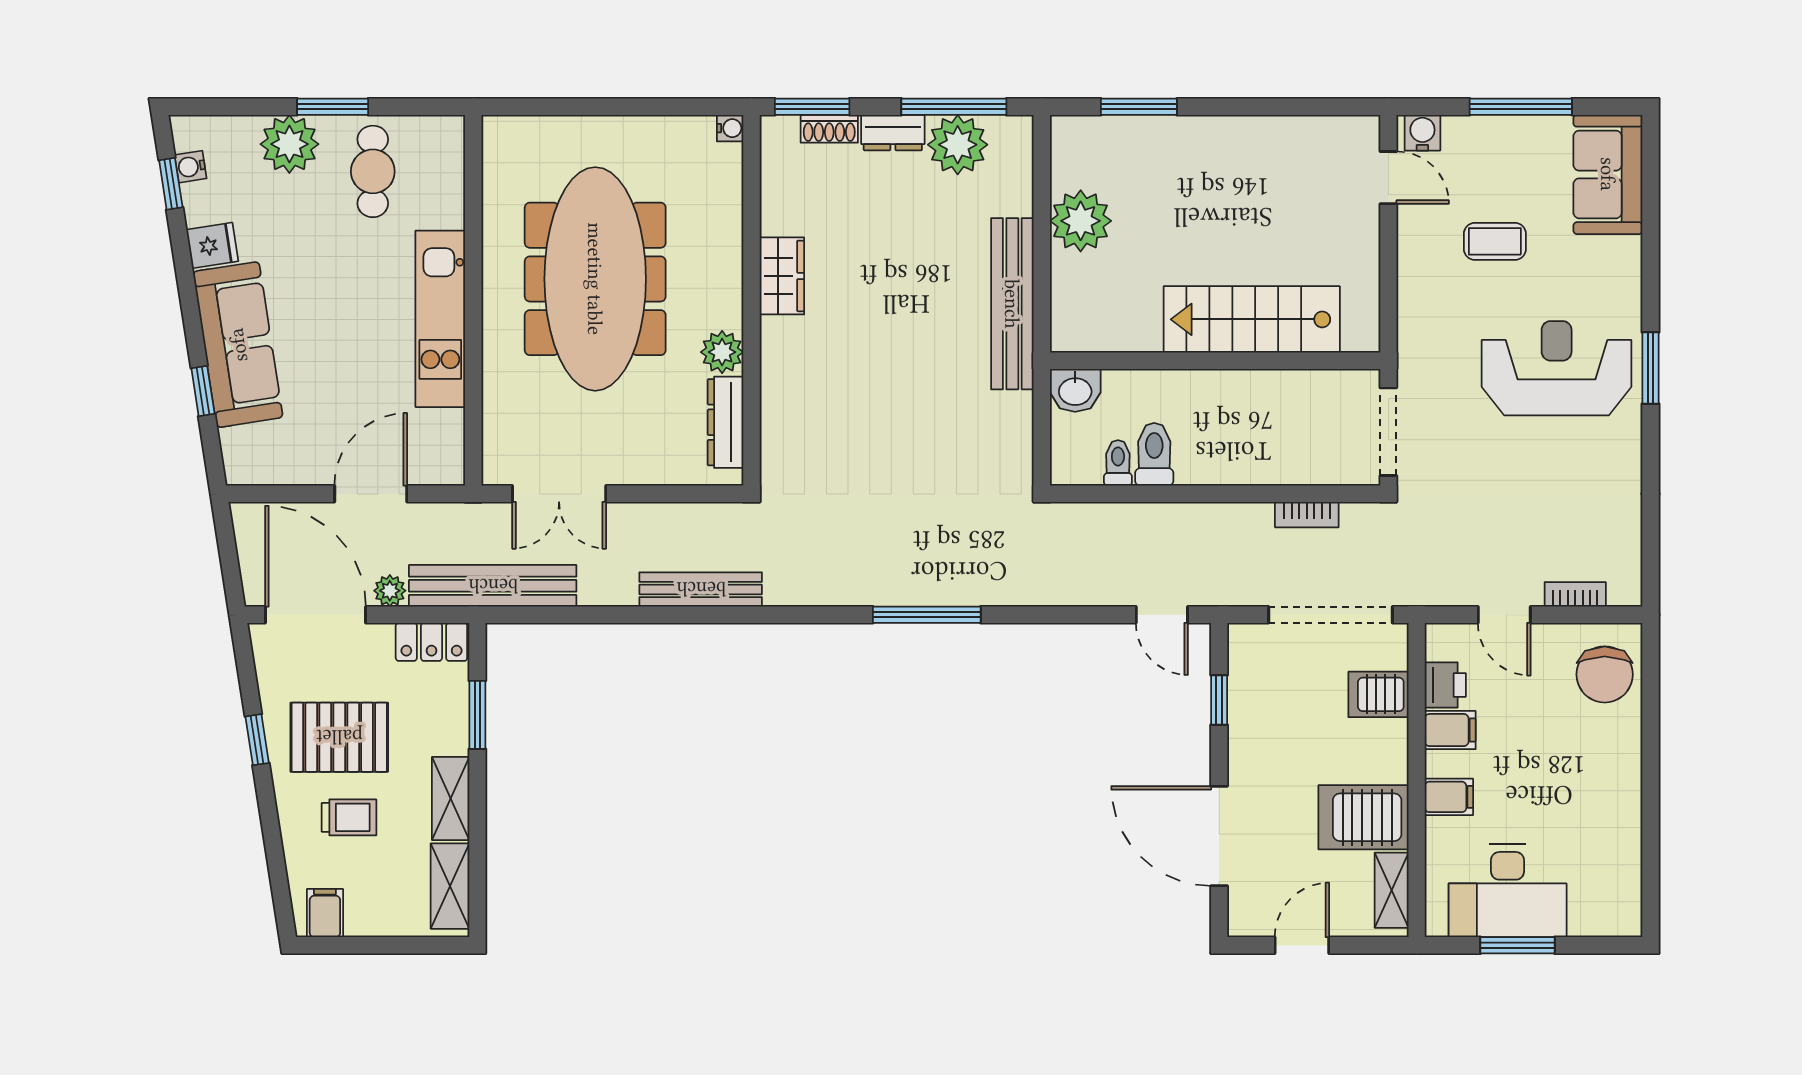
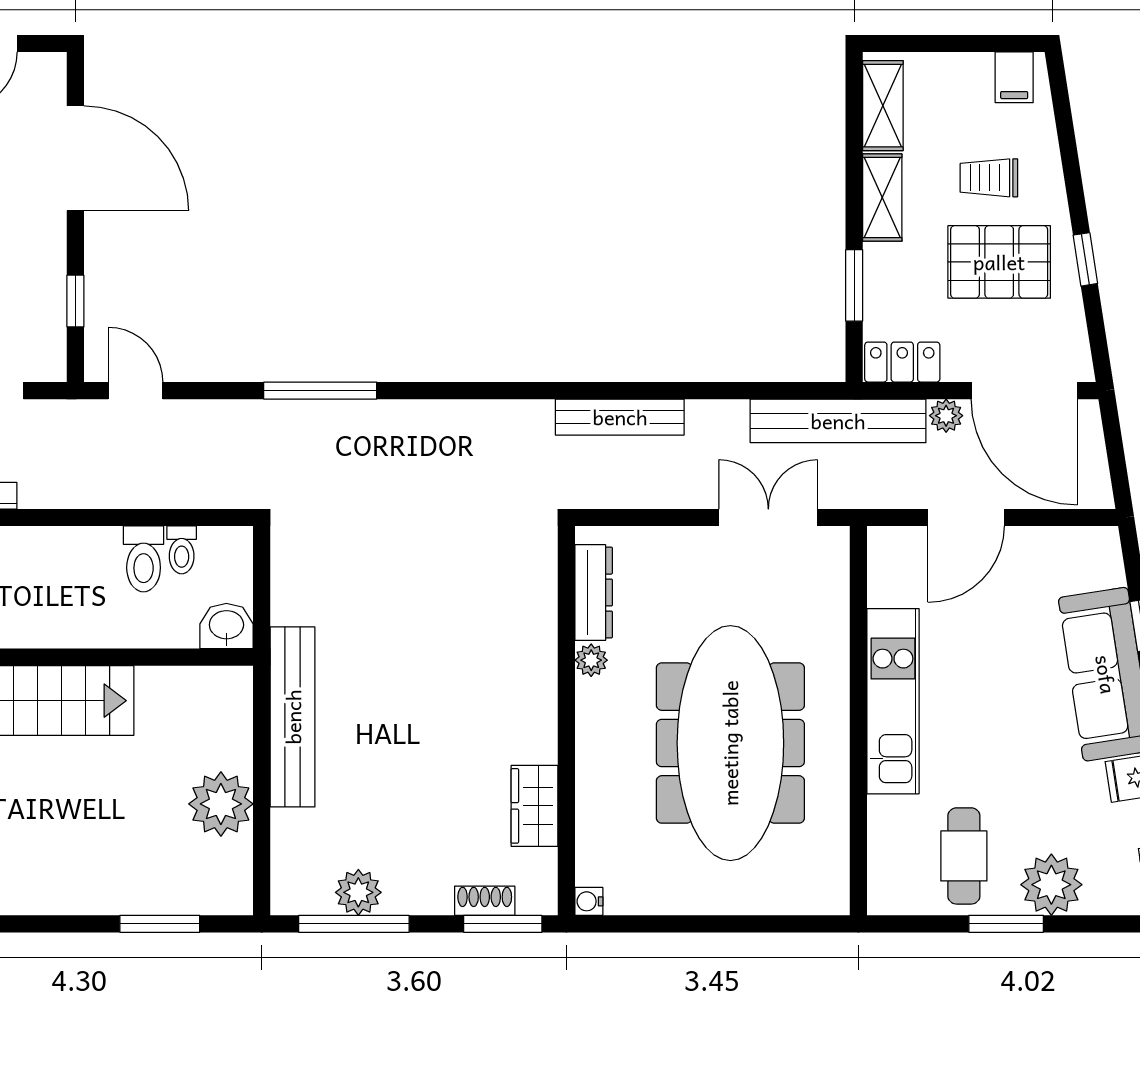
dresser: (893, 133) -> (418, 897), removed
plant: (958, 145) -> (358, 892), width x0.73, depth x0.73
wardrobe: (782, 276) -> (534, 806), moved
plant: (722, 352) -> (591, 660), width x0.73, depth x0.73
window: (927, 615) -> (320, 391), moved

